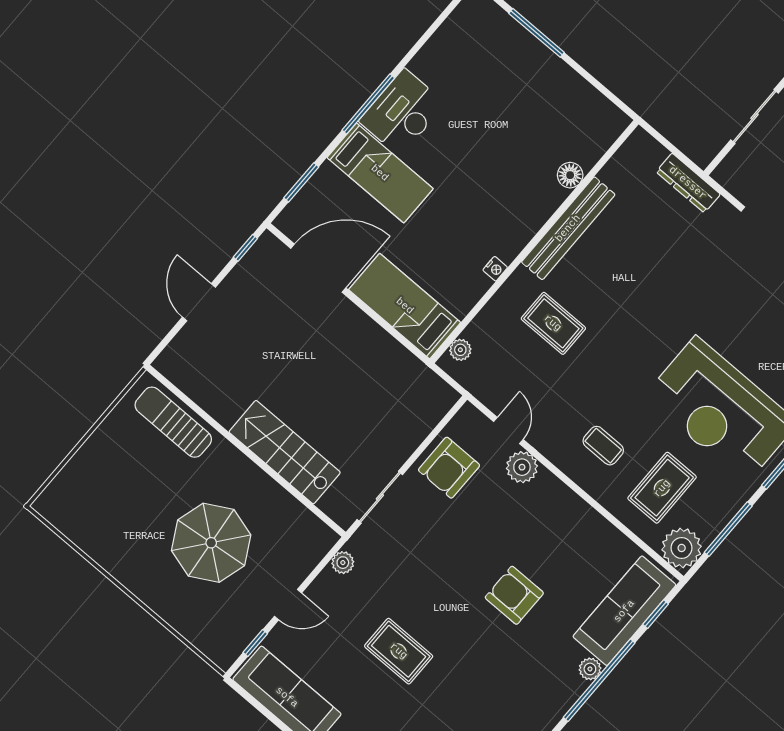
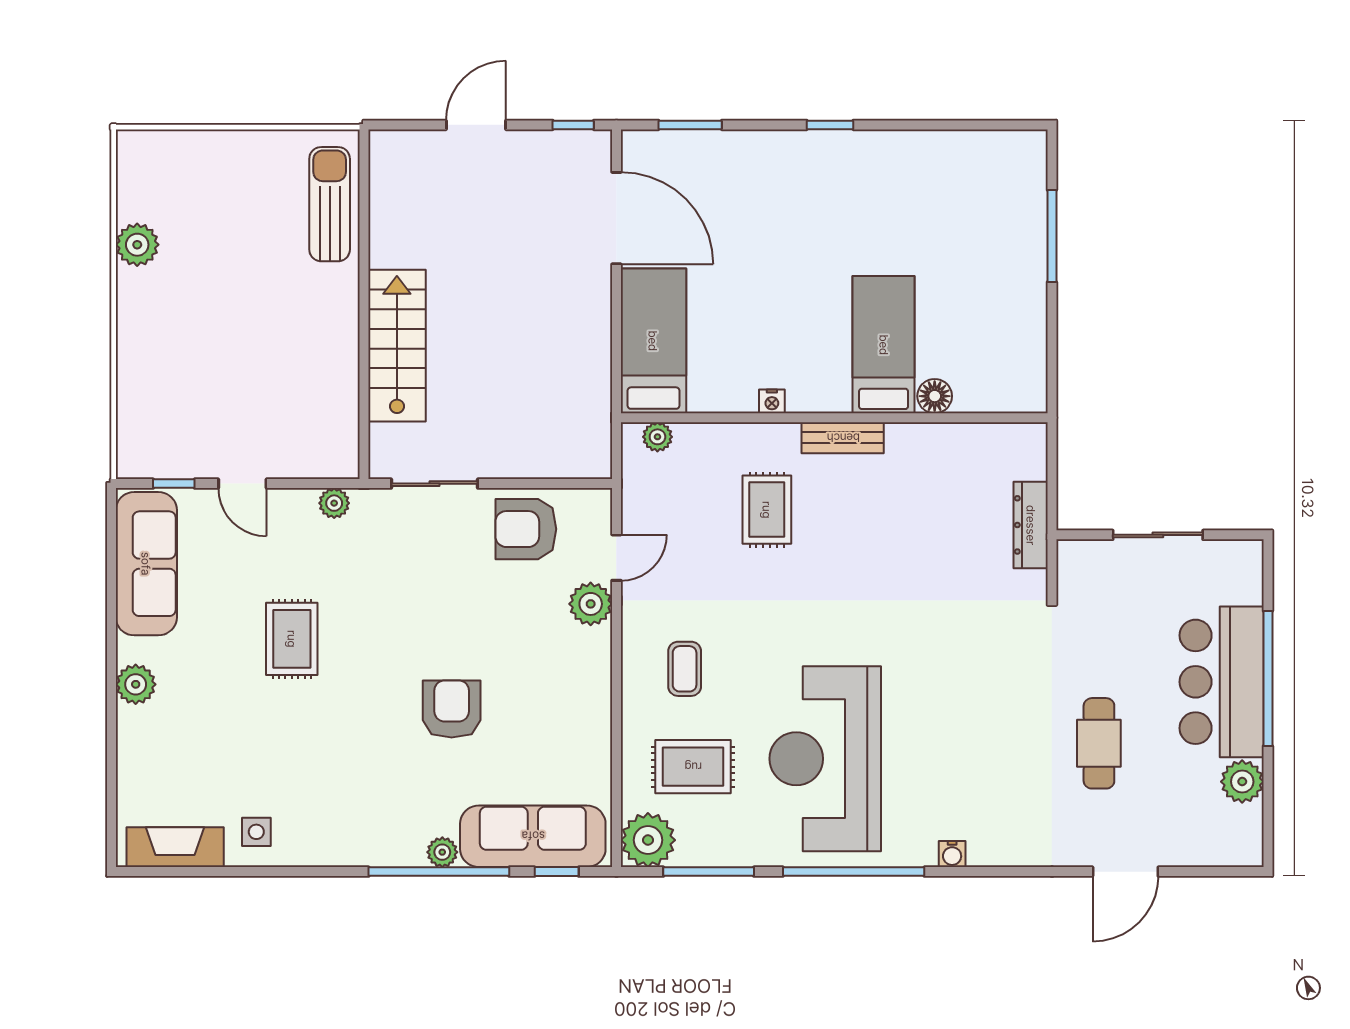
window: (368, 104) -> (830, 125), width x0.46
desk: (402, 112) -> (851, 167), removed
bed: (380, 173) -> (884, 345), moved, turned 180
bench: (568, 228) -> (843, 438), width x0.54, depth x0.82
parasol: (211, 543) -> (238, 350), removed
plant: (104, 549) -> (137, 245), added

